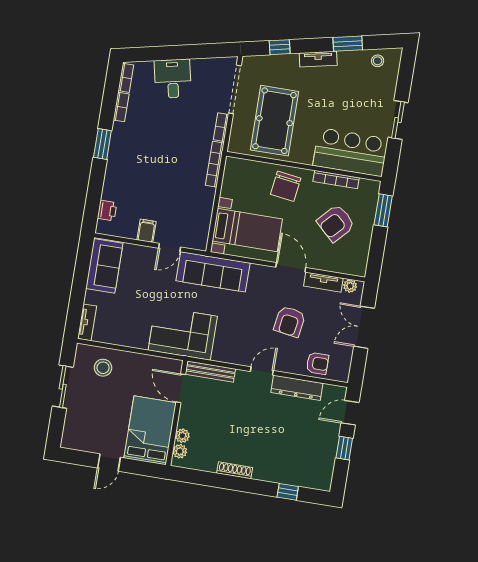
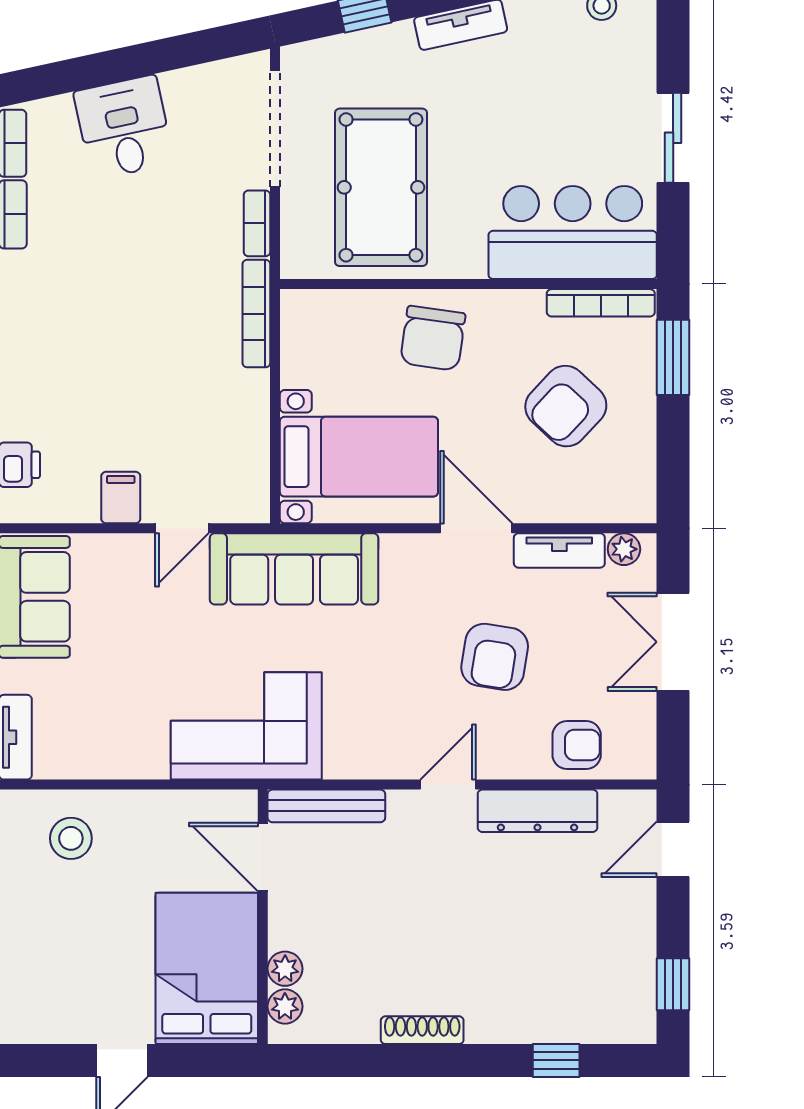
bookcase: (336, 180) -> (601, 303), moved
window: (344, 448) -> (673, 984), moved

